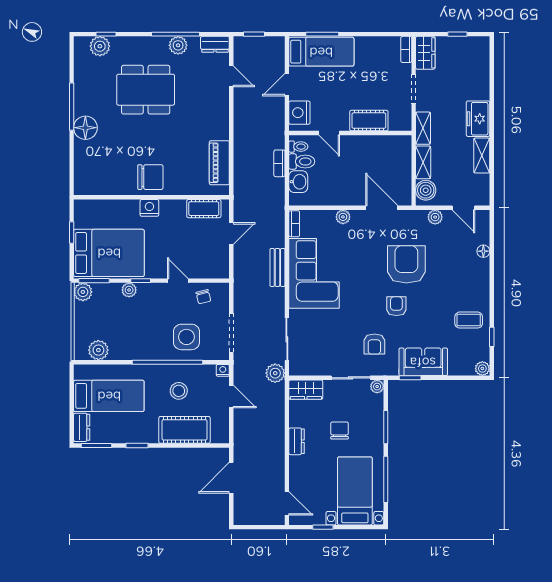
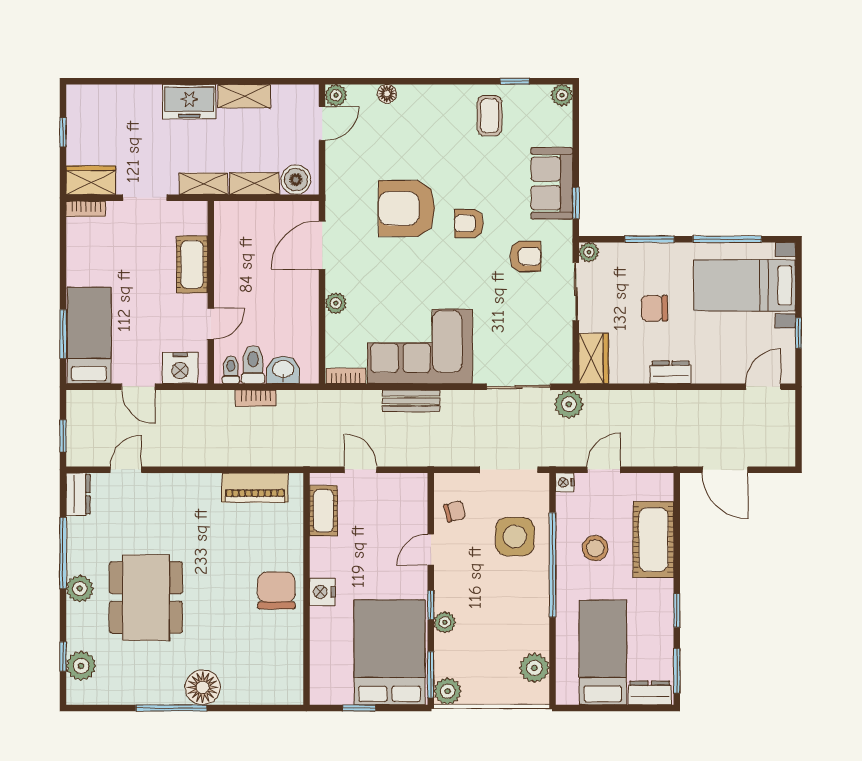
plant: (178, 45) -> (80, 589), moved
plant: (435, 217) -> (336, 95), moved

